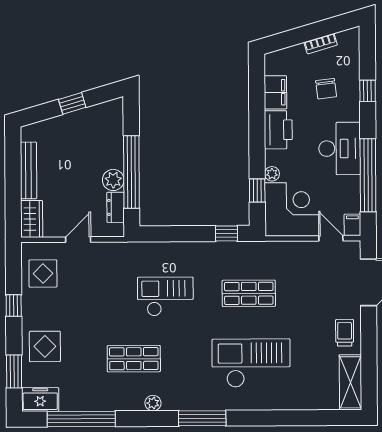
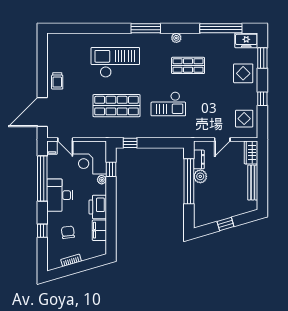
shop shelf: (249, 293) -> (117, 106), width x1.43, depth x1.36
checkout: (251, 363) -> (115, 62), turned 180
shelving: (350, 382) -> (54, 50), removed

